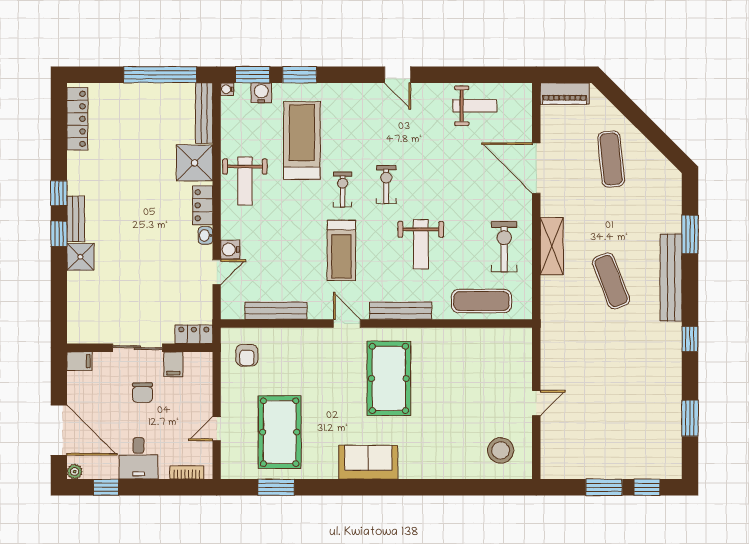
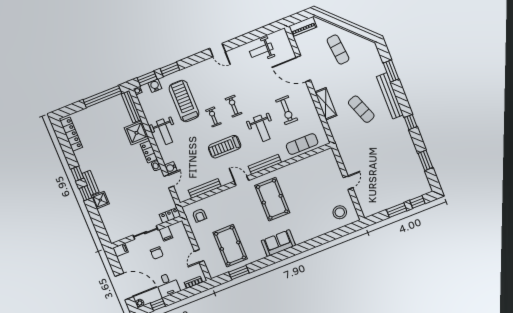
weight bench: (475, 106) -> (261, 50), turned 180
exercise bike: (504, 247) -> (287, 110), moved, turned 180
treadmill: (341, 250) -> (225, 147), turned 90

